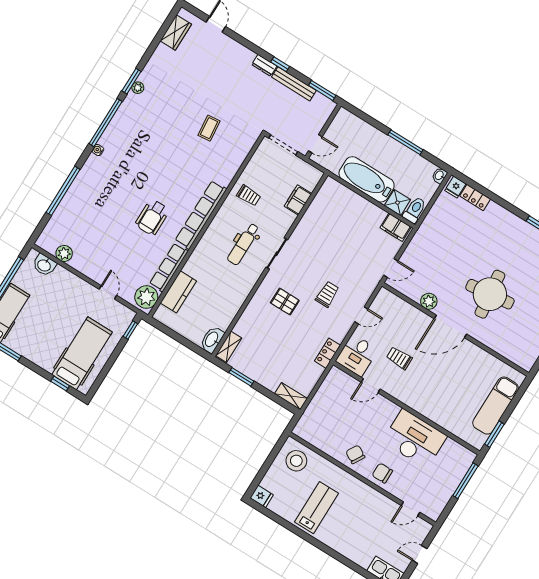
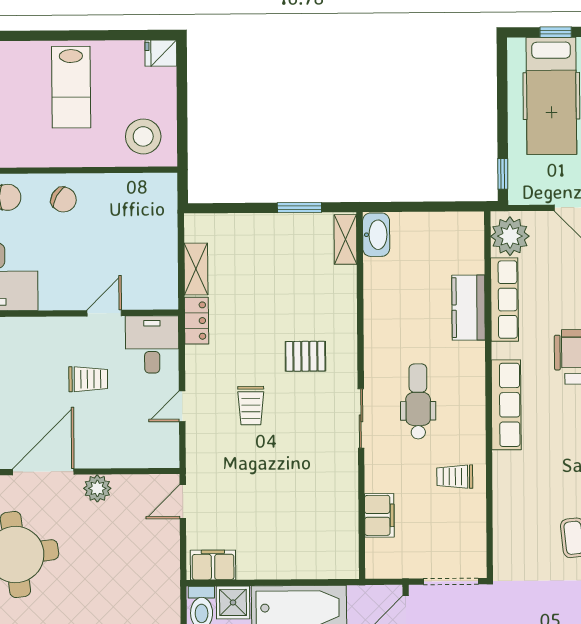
row of seats: (201, 215) -> (506, 405), width x0.73
kitchen counter: (178, 292) -> (469, 308), moved
shelving: (291, 396) -> (196, 269), moved, turned 90

